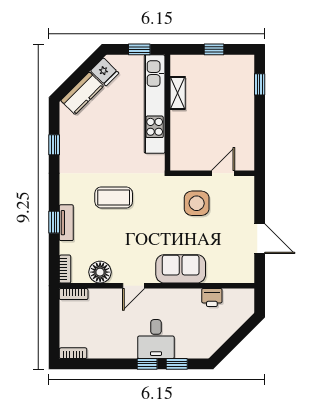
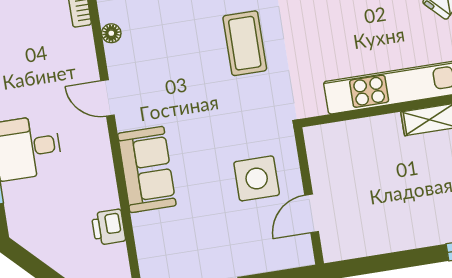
door: (223, 173) -> (312, 213), swing flipped
floor lamp: (100, 272) -> (111, 33), width x0.53, depth x0.53

